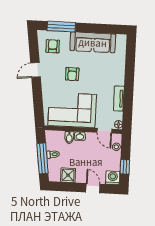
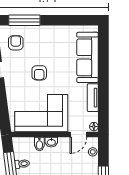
sofa: (93, 42) -> (87, 57), moved, turned 90
door: (104, 131) -> (78, 135), hinge flipped

